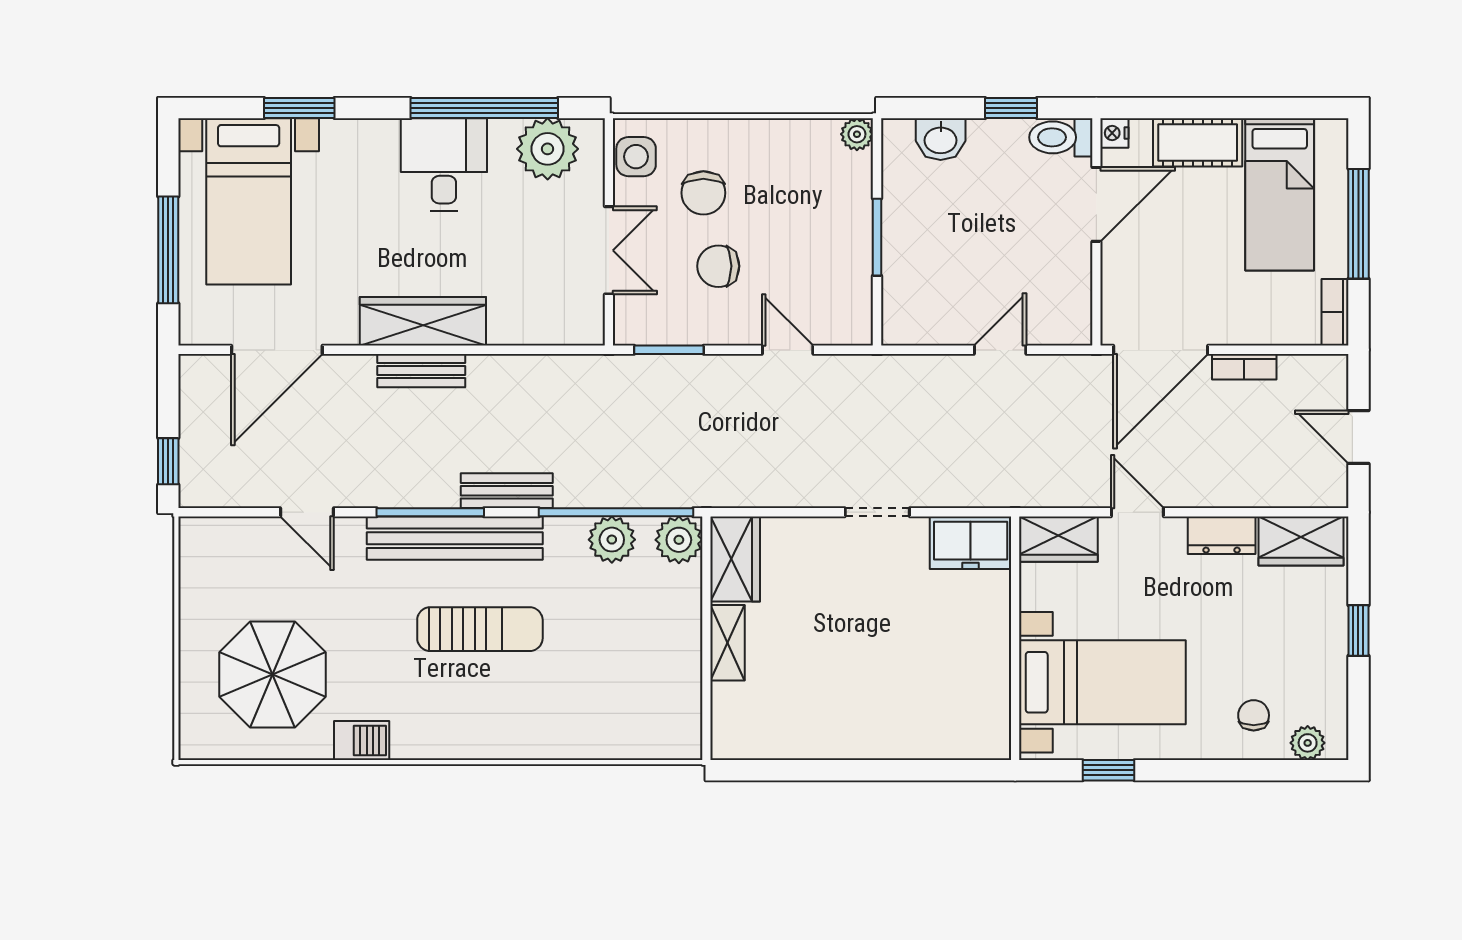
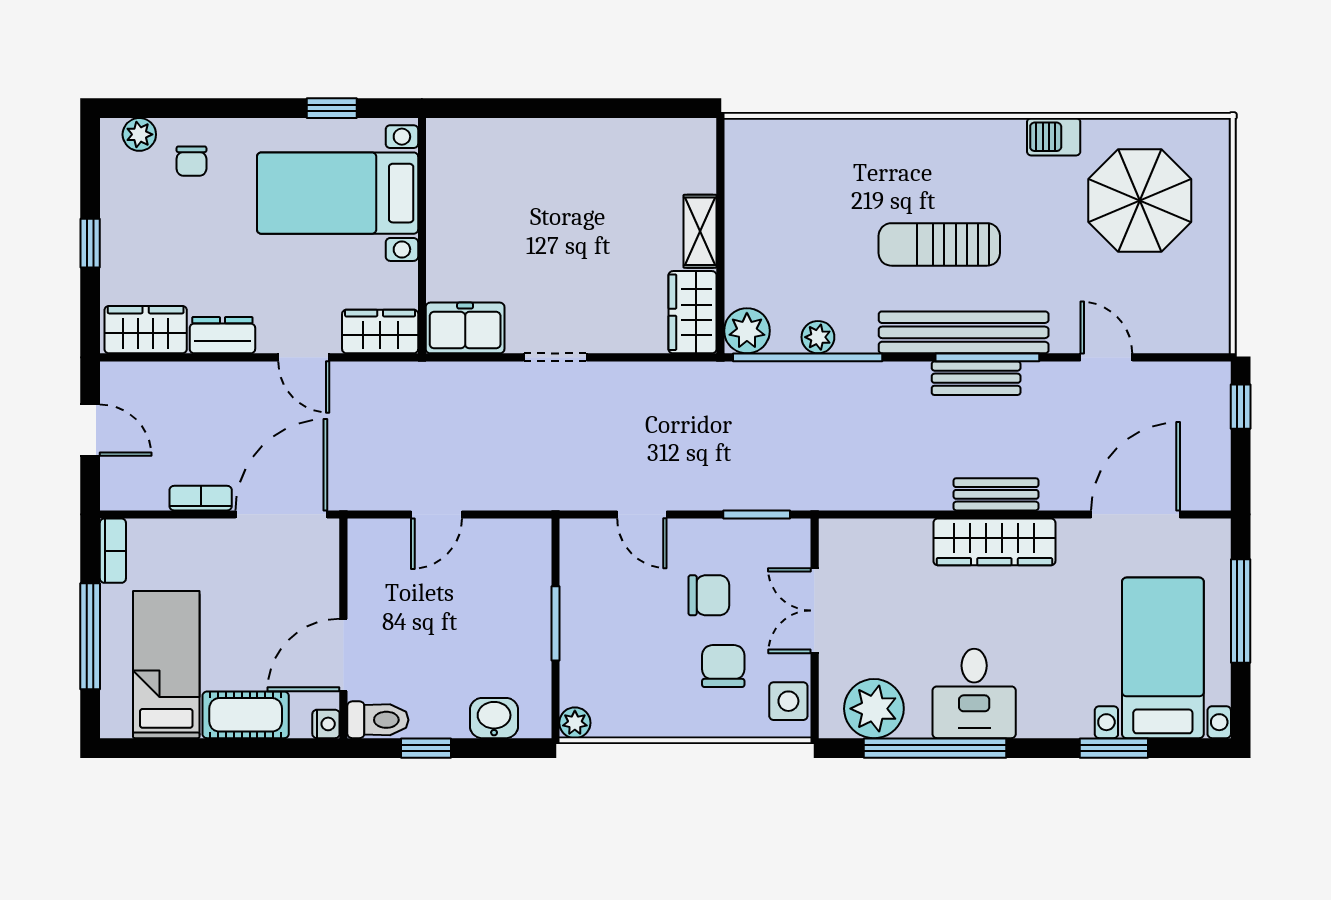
bench: (507, 491) -> (976, 378), moved
plant: (612, 540) -> (818, 337), width x0.73, depth x0.73

